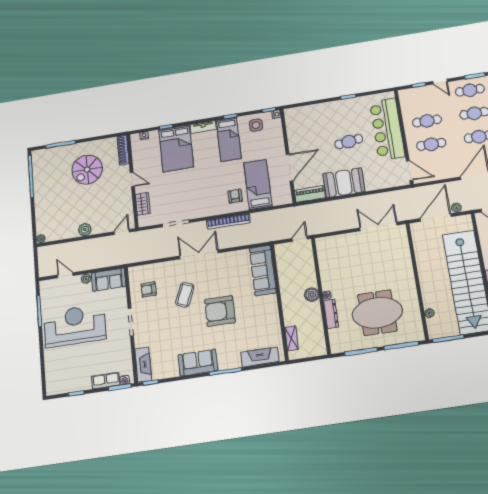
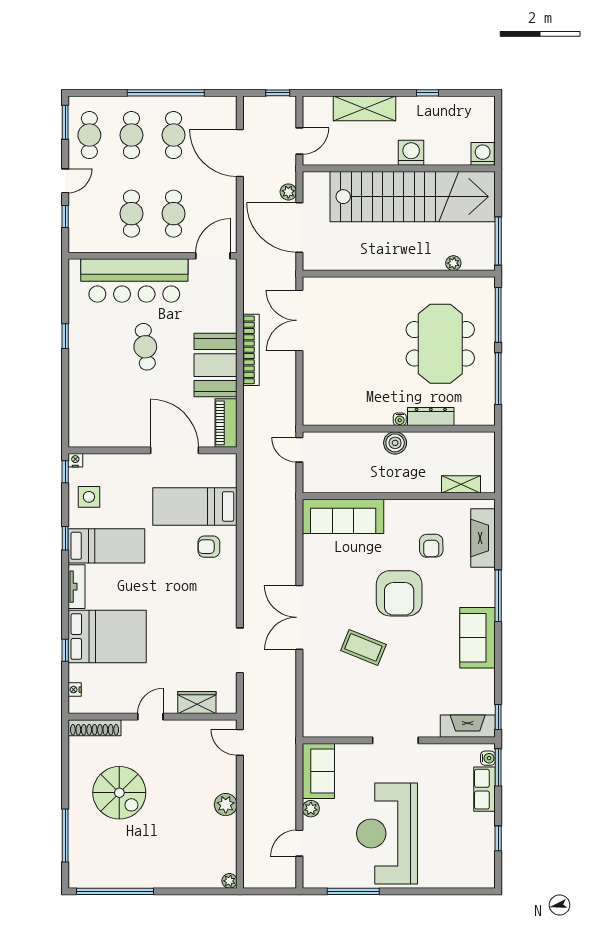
bookcase: (228, 221) -> (251, 350), moved
armchair: (149, 290) -> (431, 546), moved

